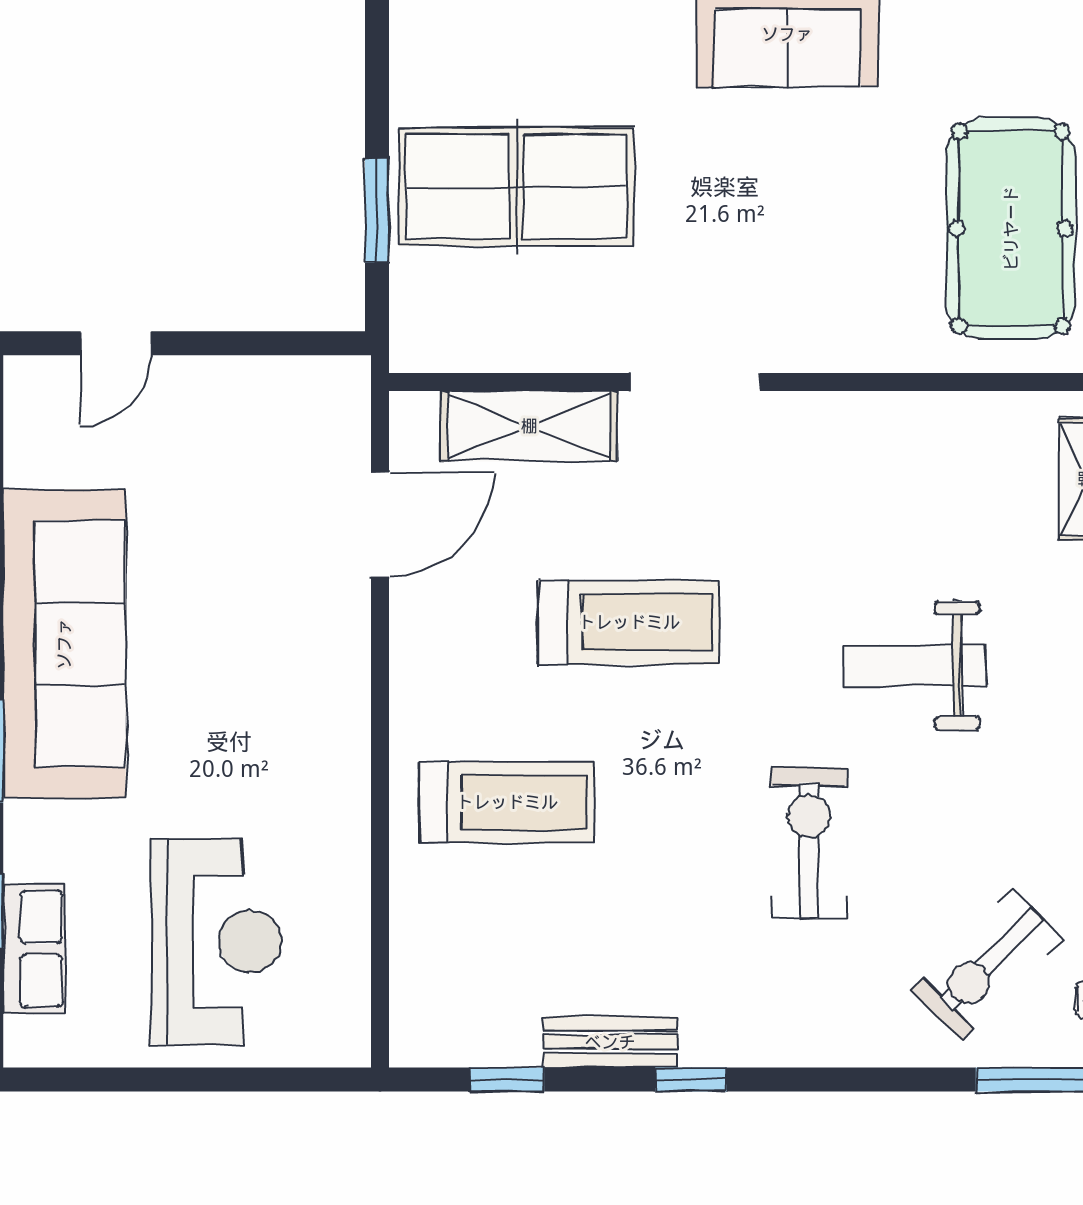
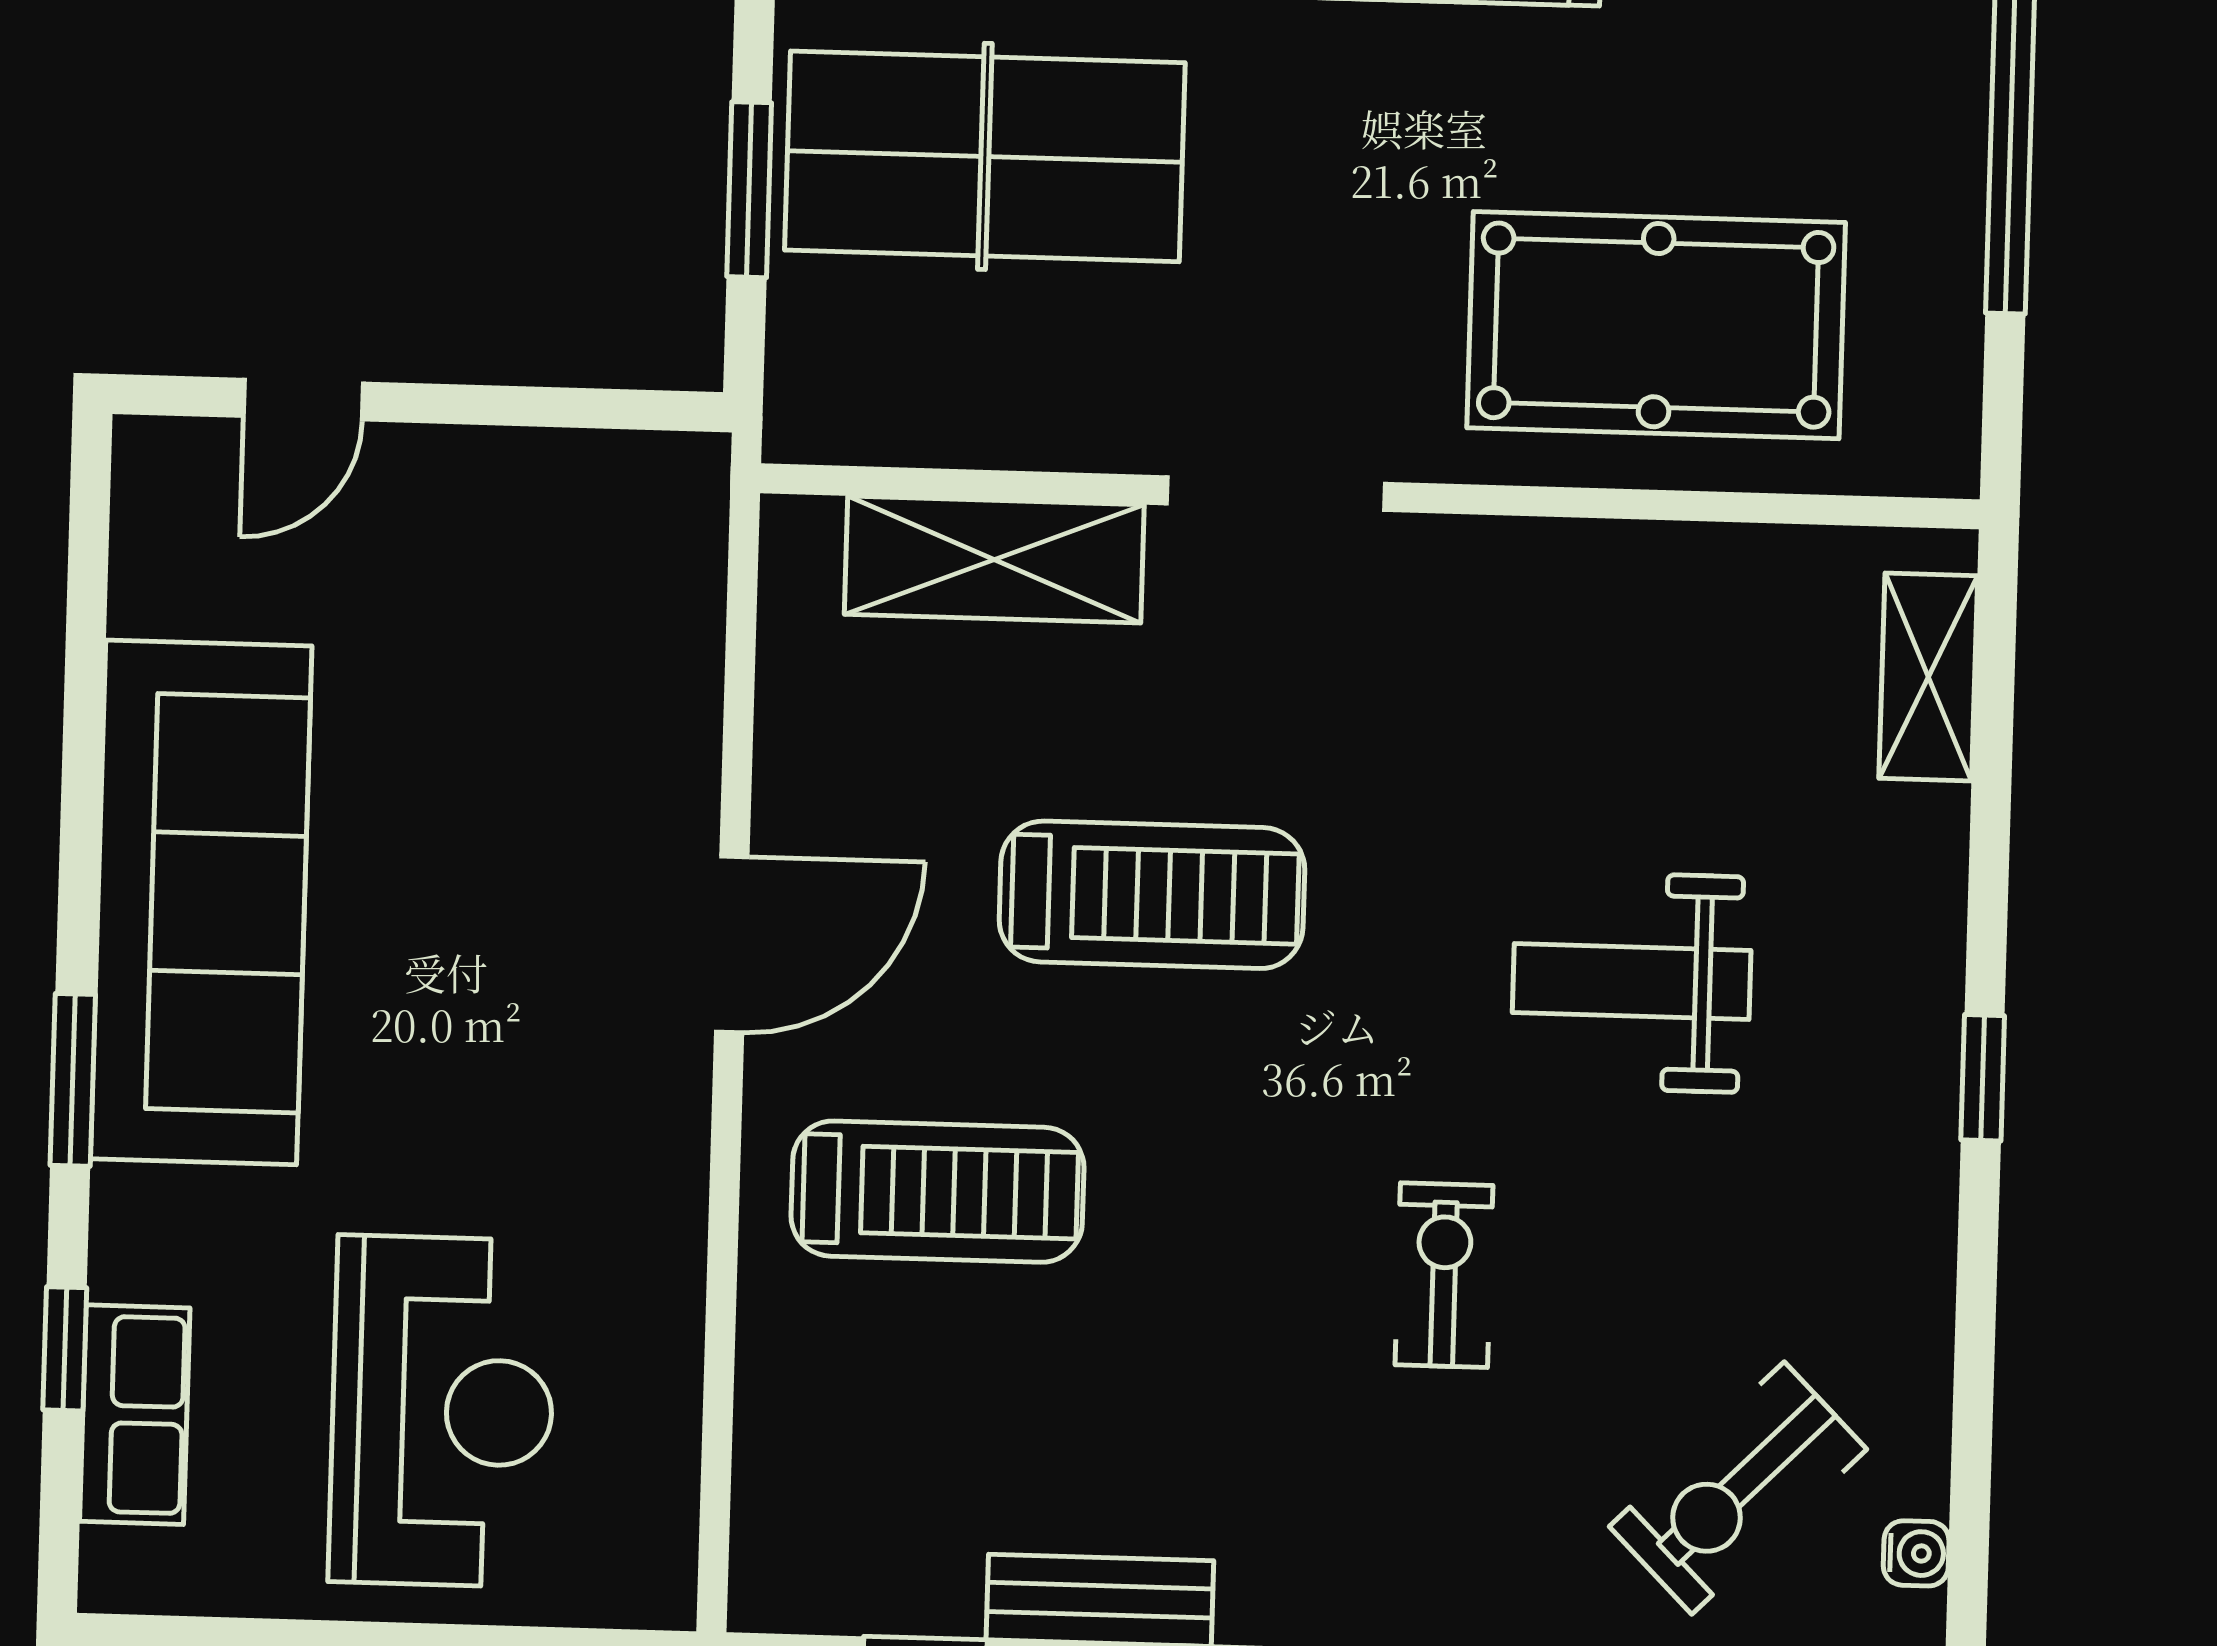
pool table: (1011, 229) -> (1656, 325), moved, turned 90
door: (380, 525) -> (732, 944), moved
exercise bike: (809, 843) -> (1444, 1275), width x0.73, depth x0.72

